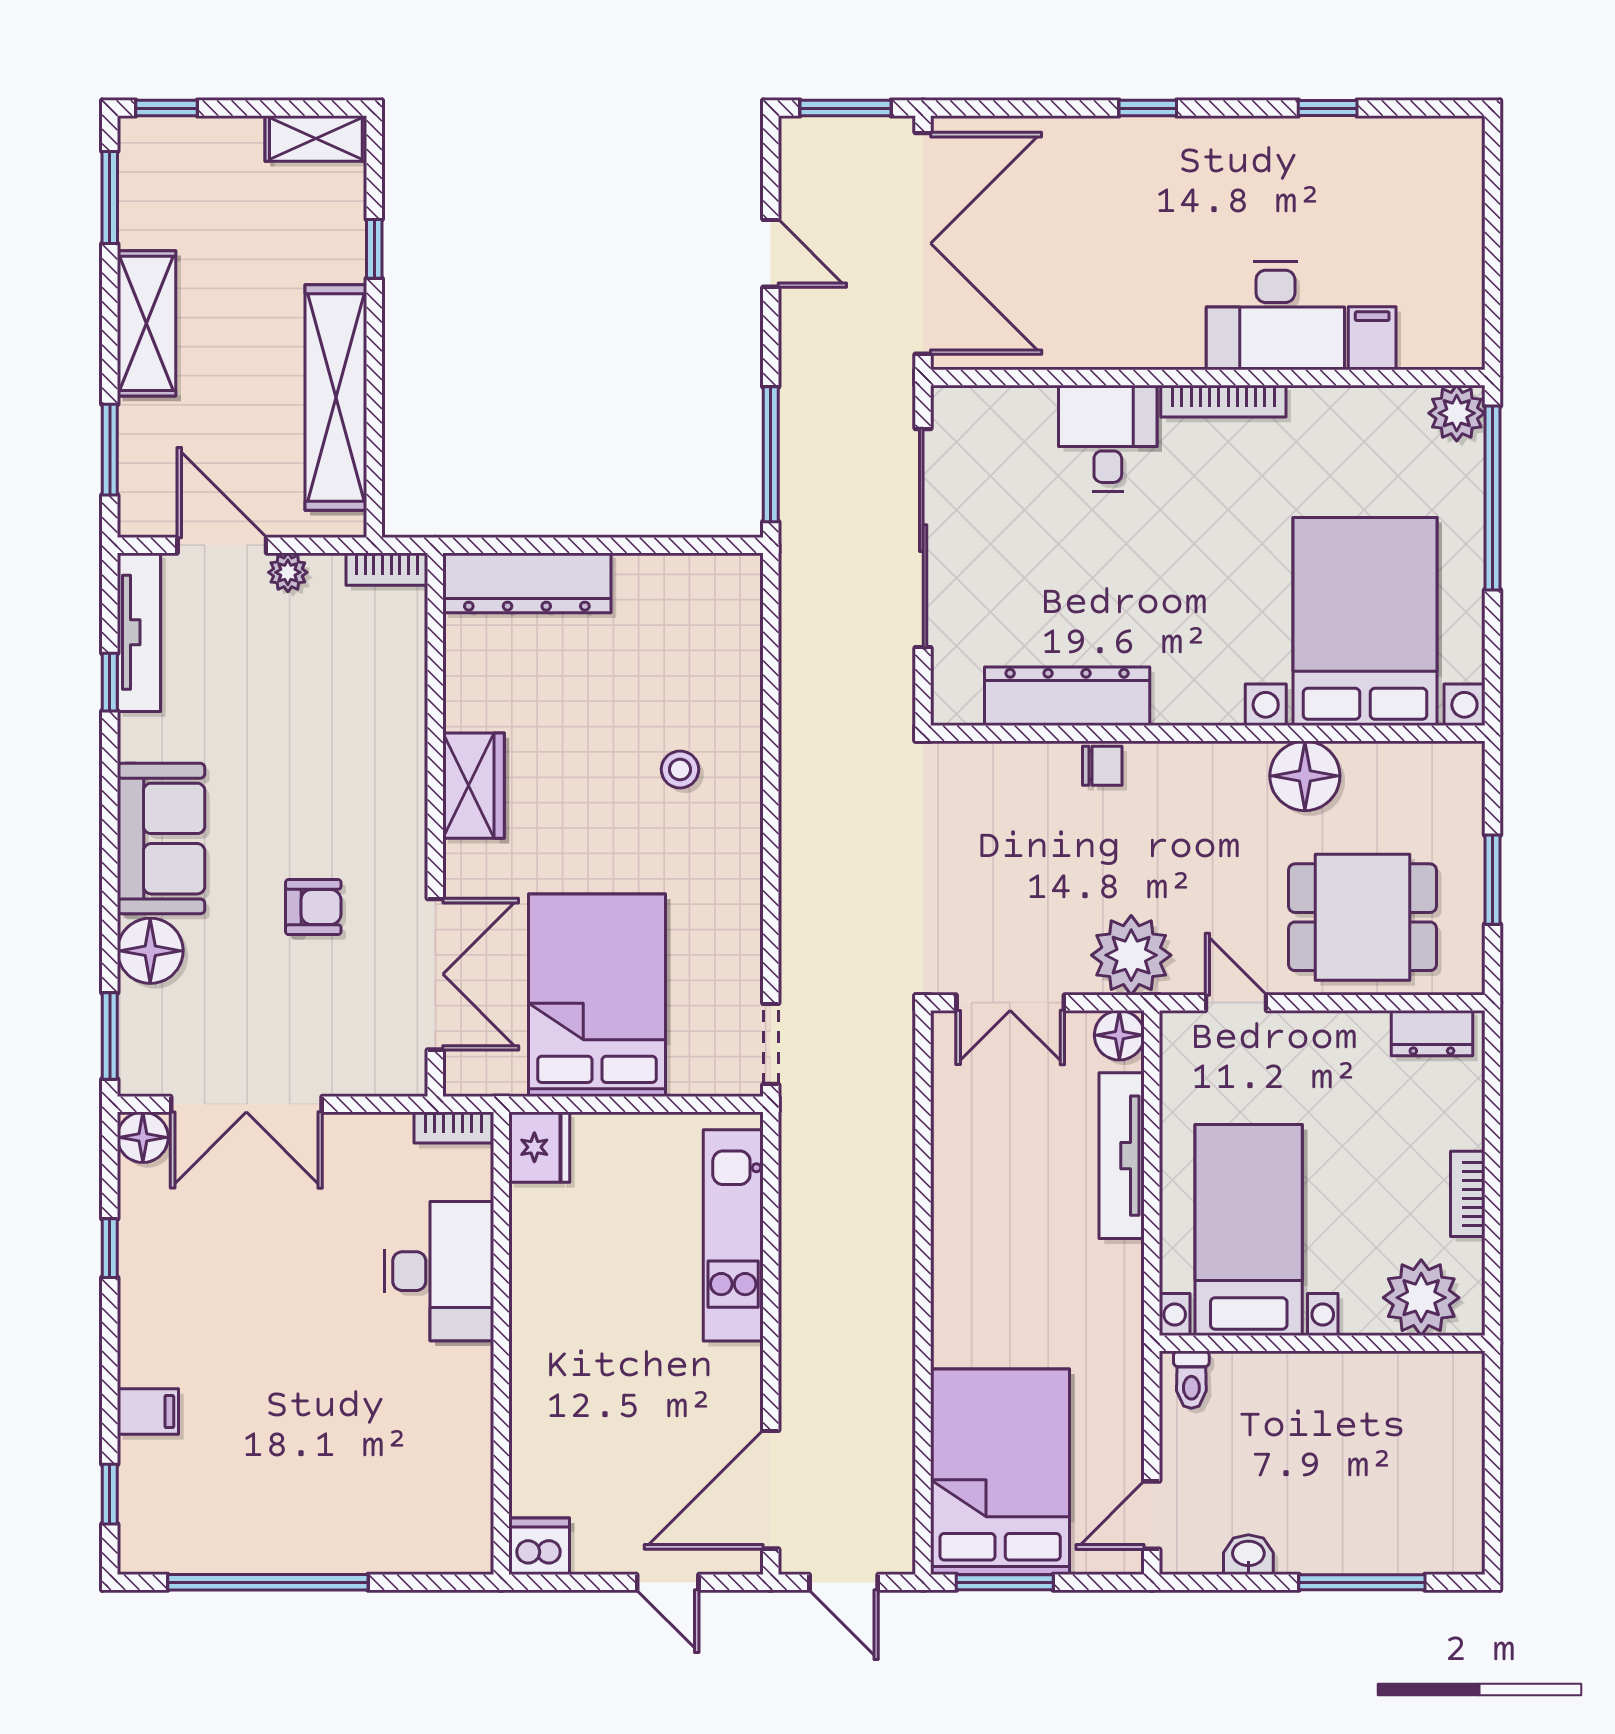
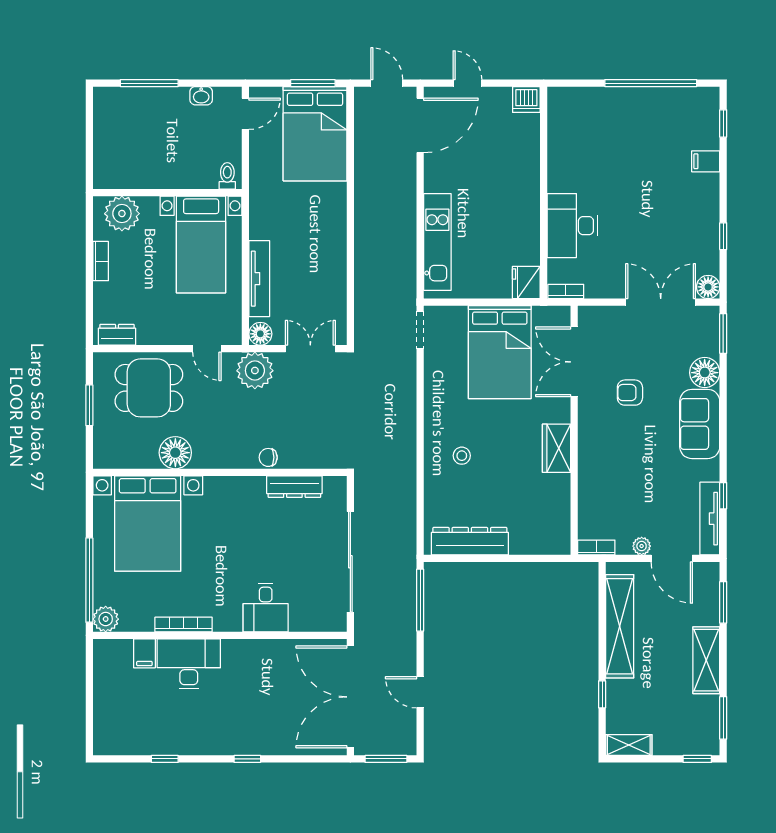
bookcase: (1223, 401) -> (184, 625), moved
dresser: (527, 583) -> (470, 541), moved
dresser: (1067, 696) -> (294, 487), width x0.73, depth x0.80

